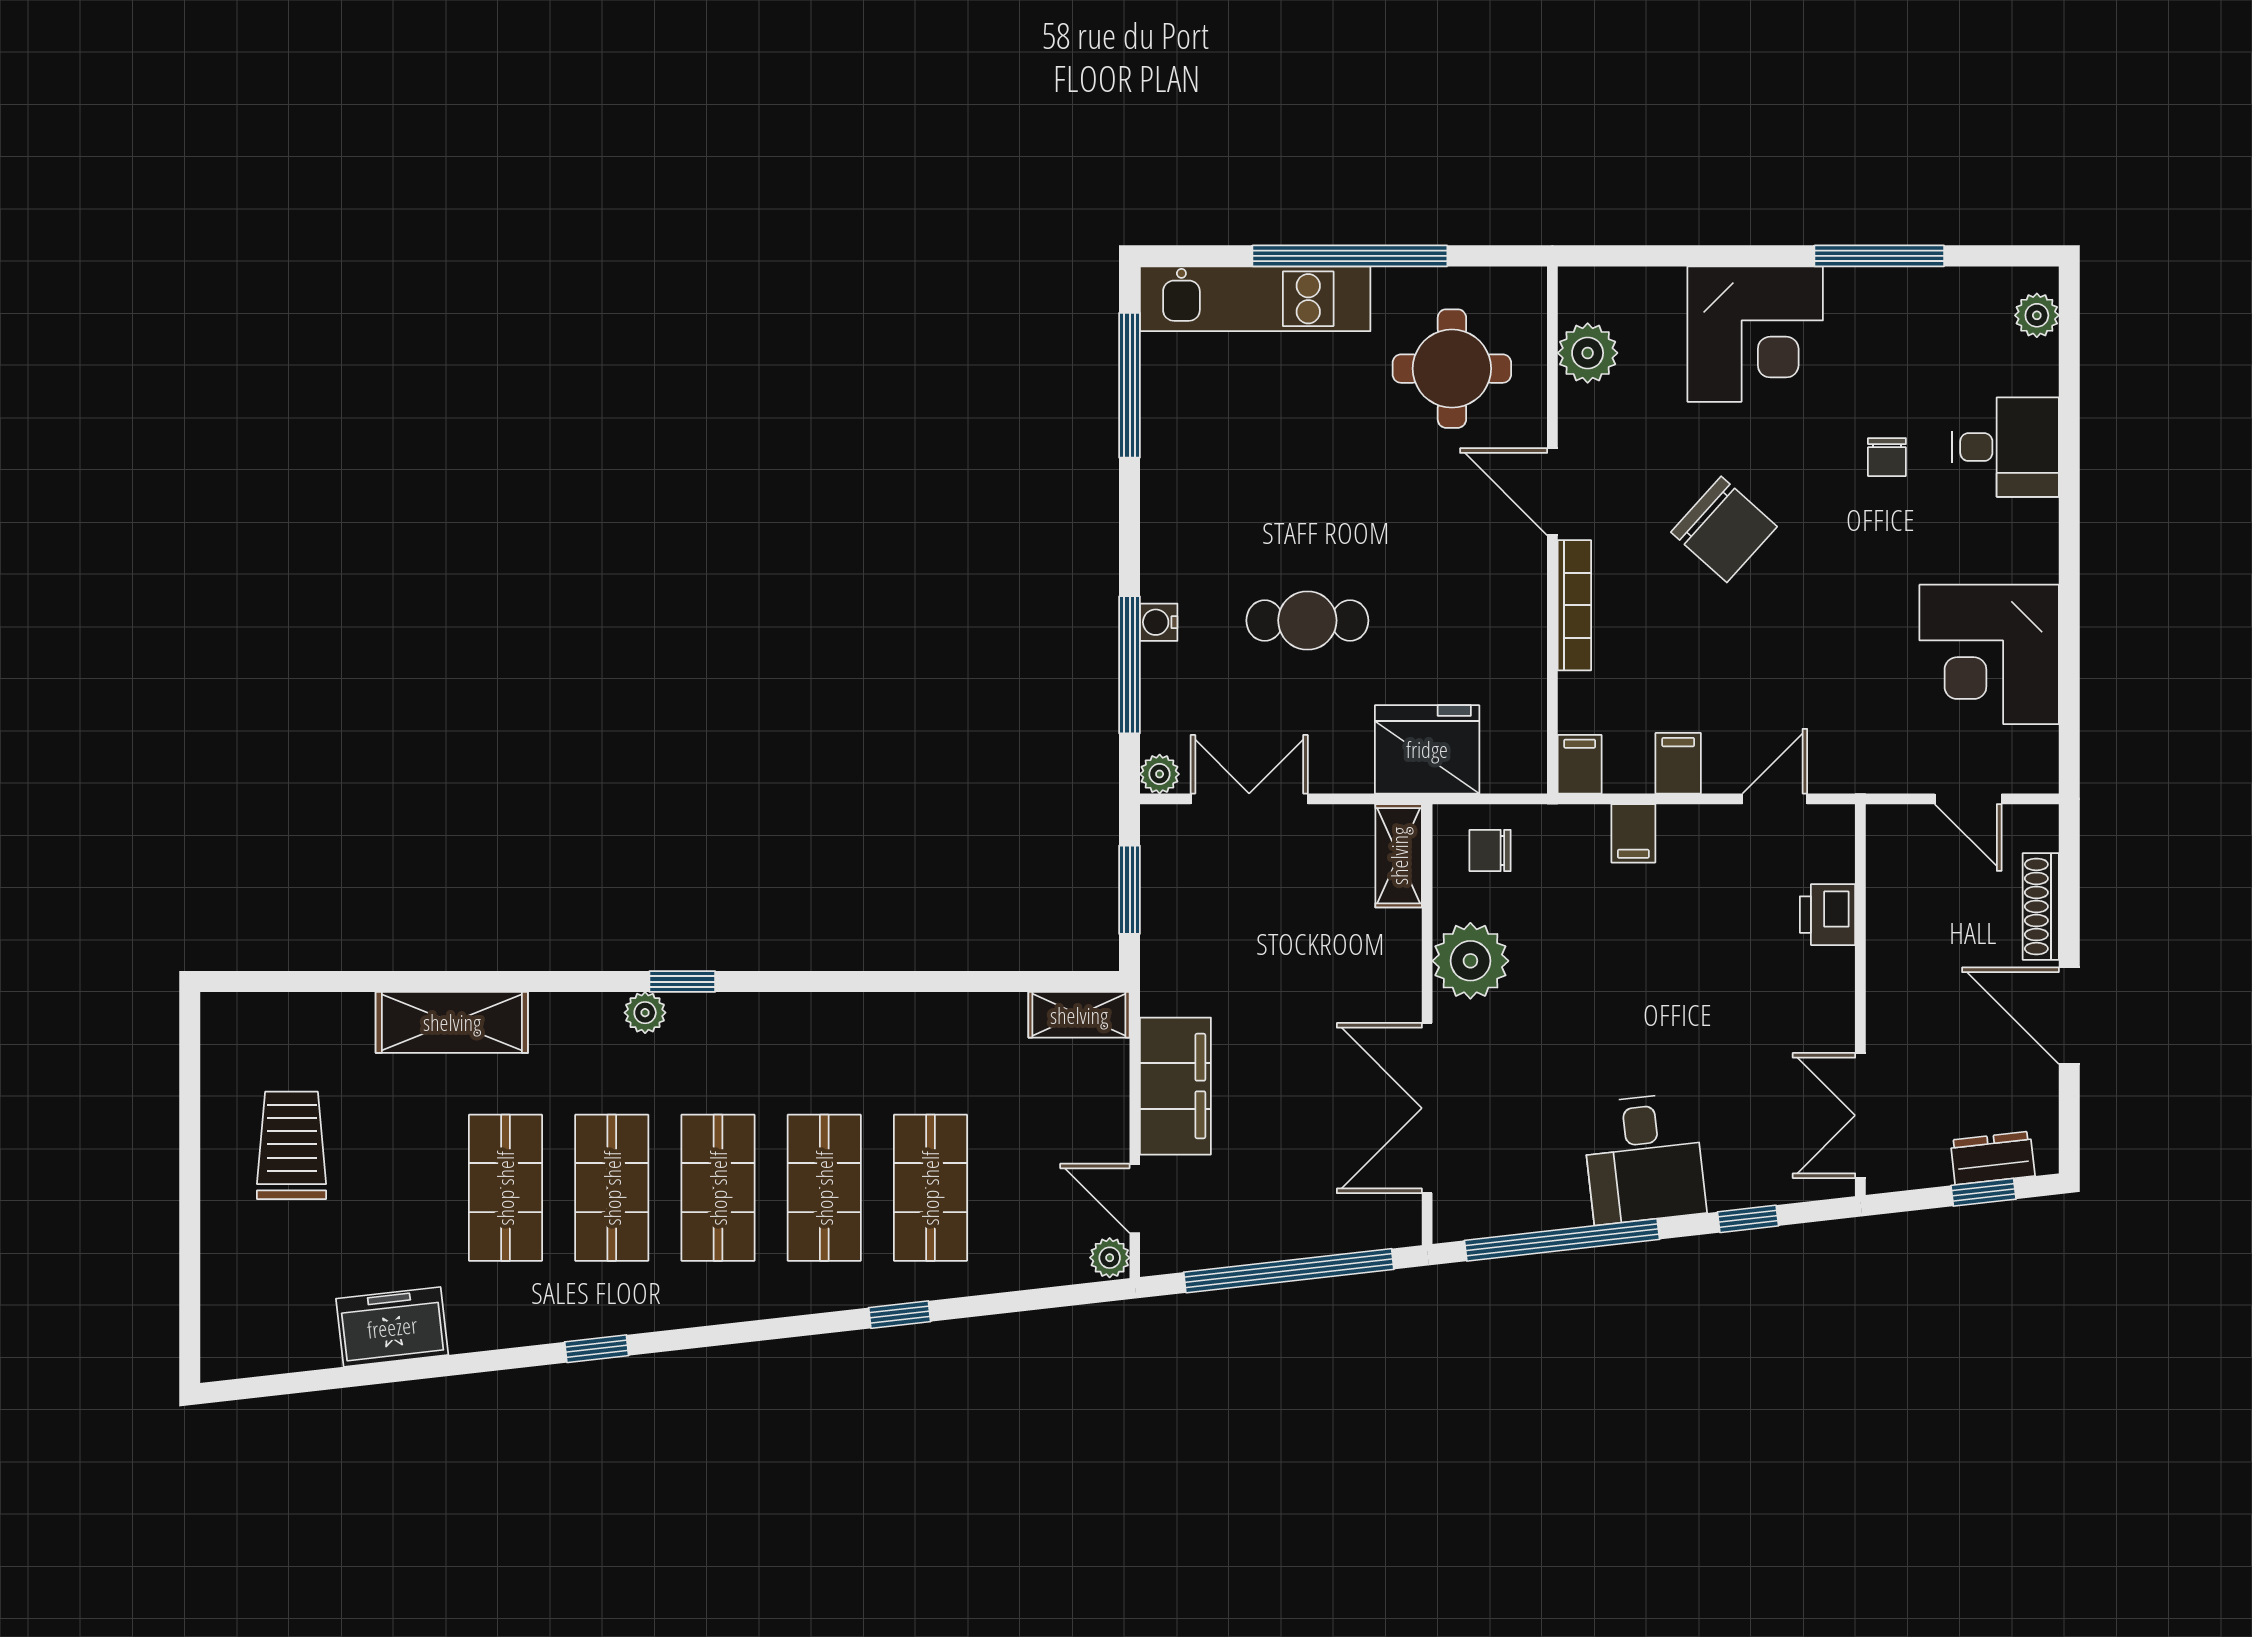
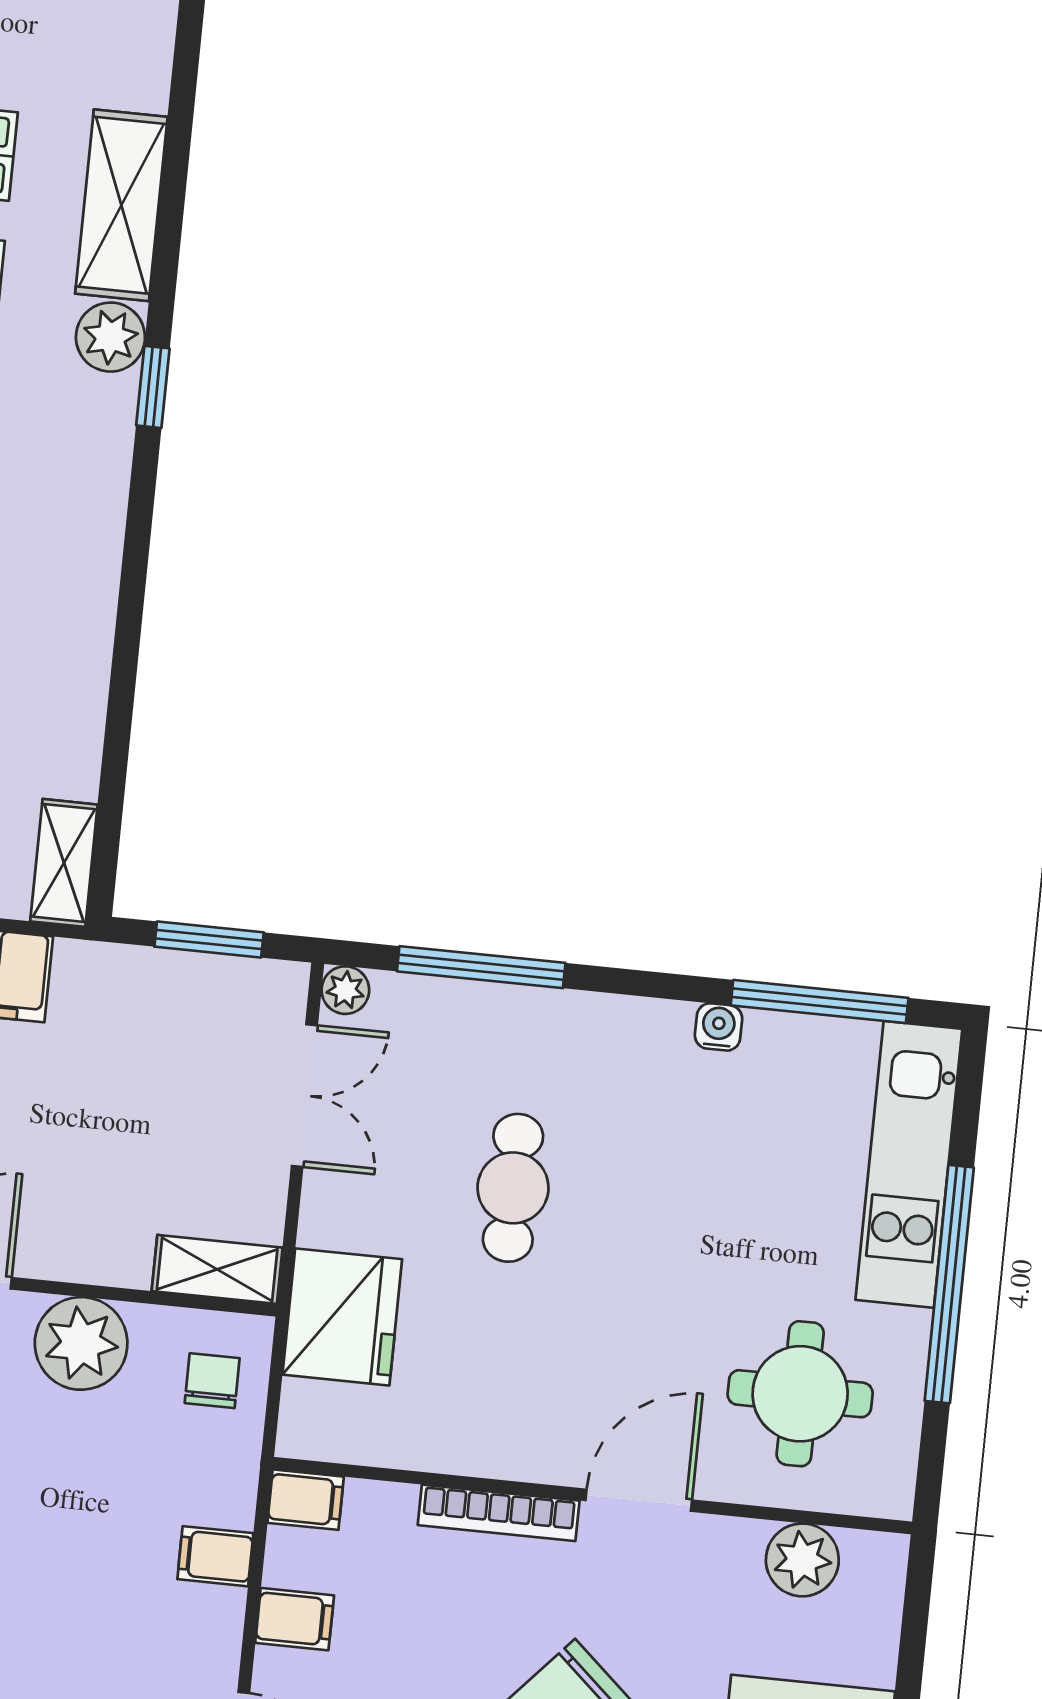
water cooler: (1159, 622) -> (718, 1027), moved
plant: (645, 1013) -> (110, 337), width x1.38, depth x1.38
shelving: (452, 1022) -> (121, 205), moved

